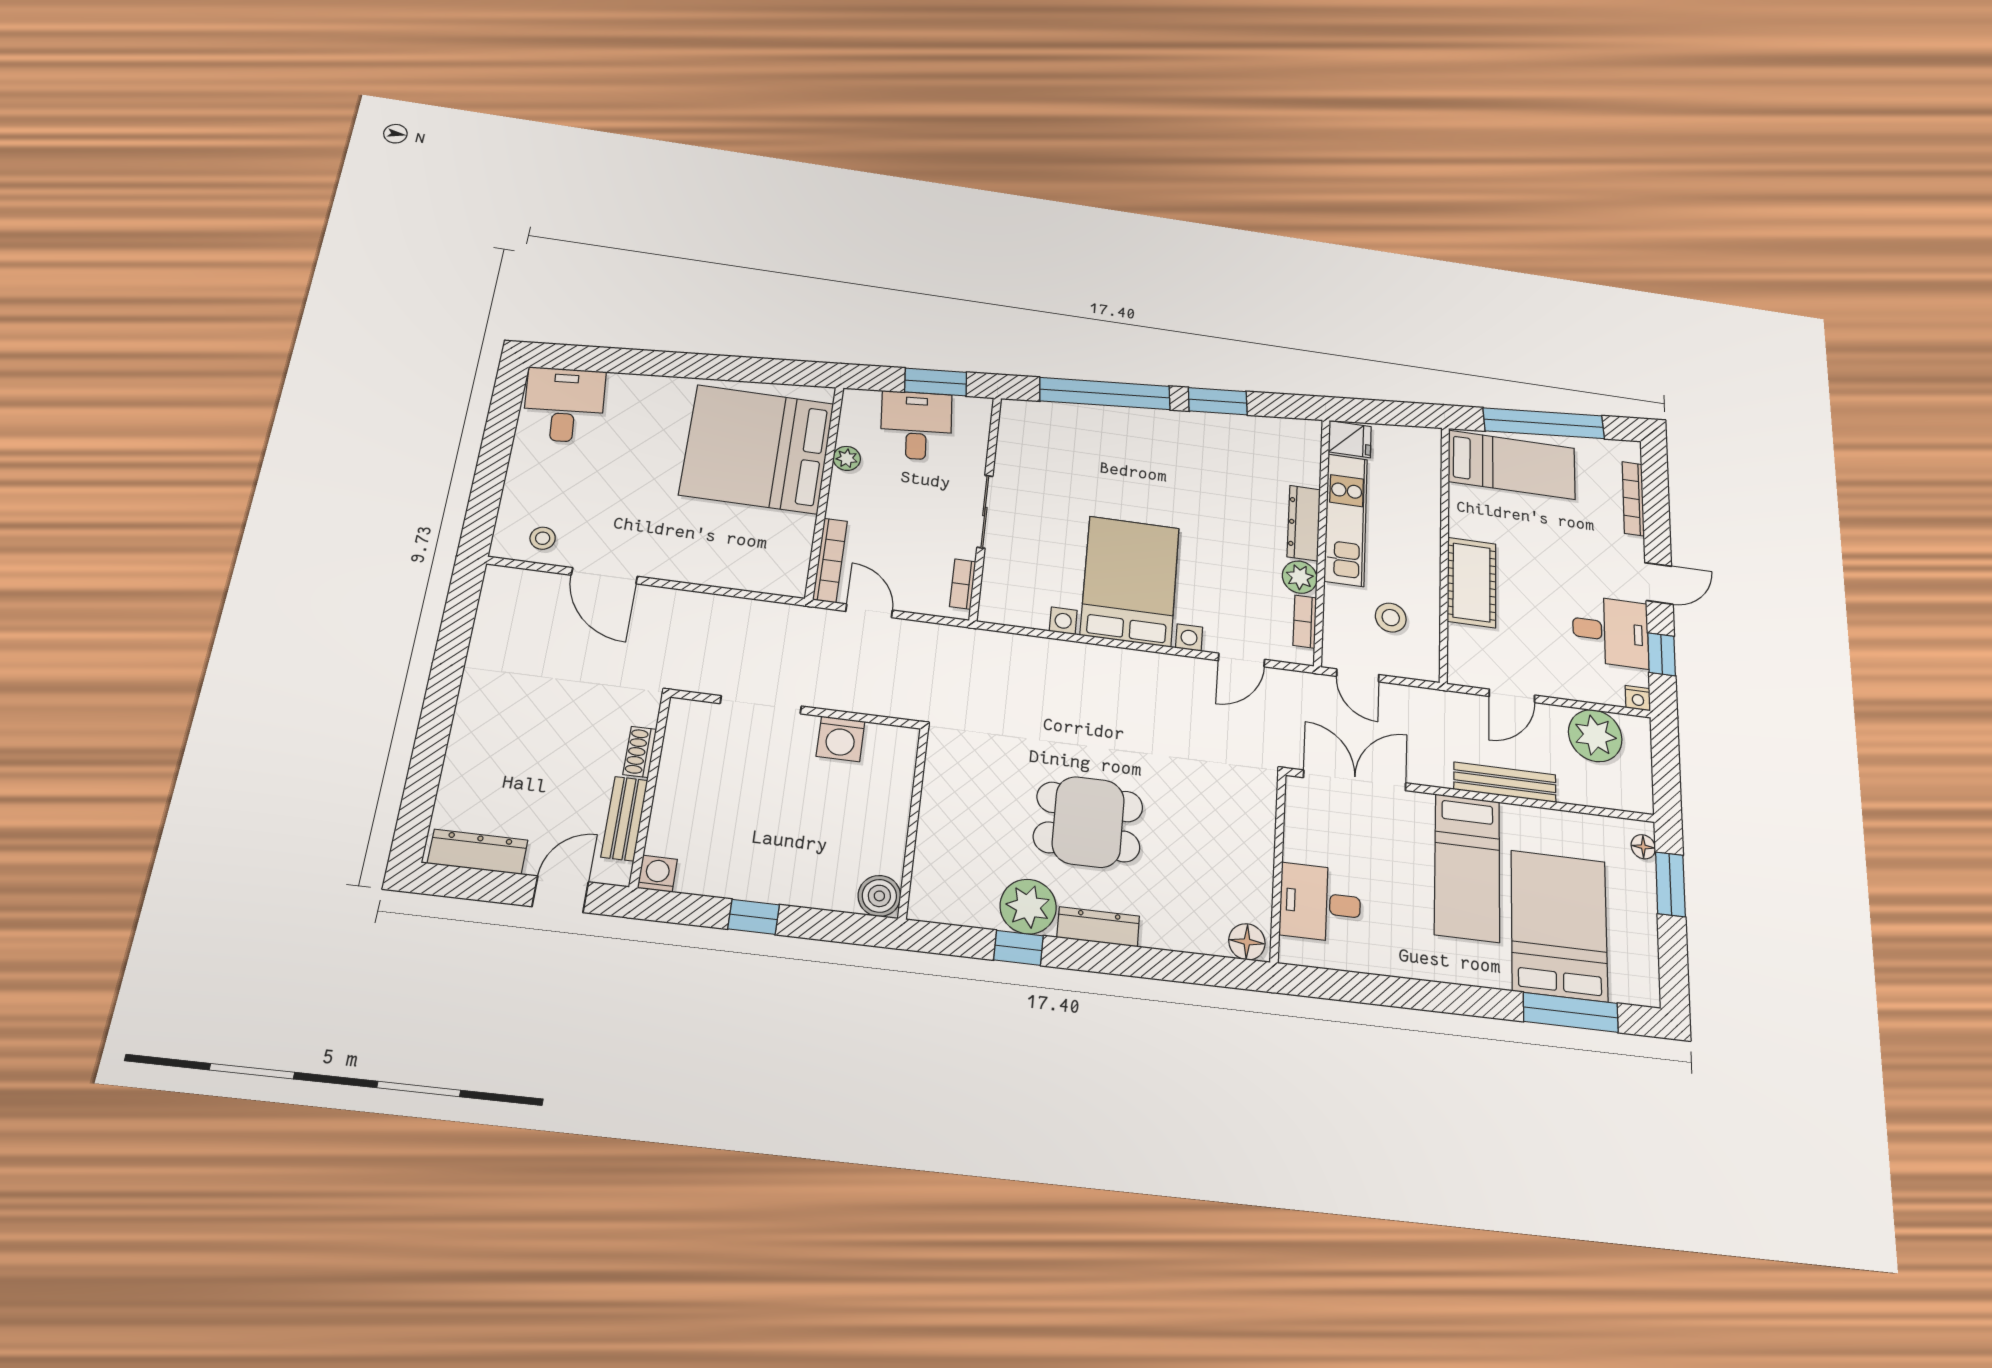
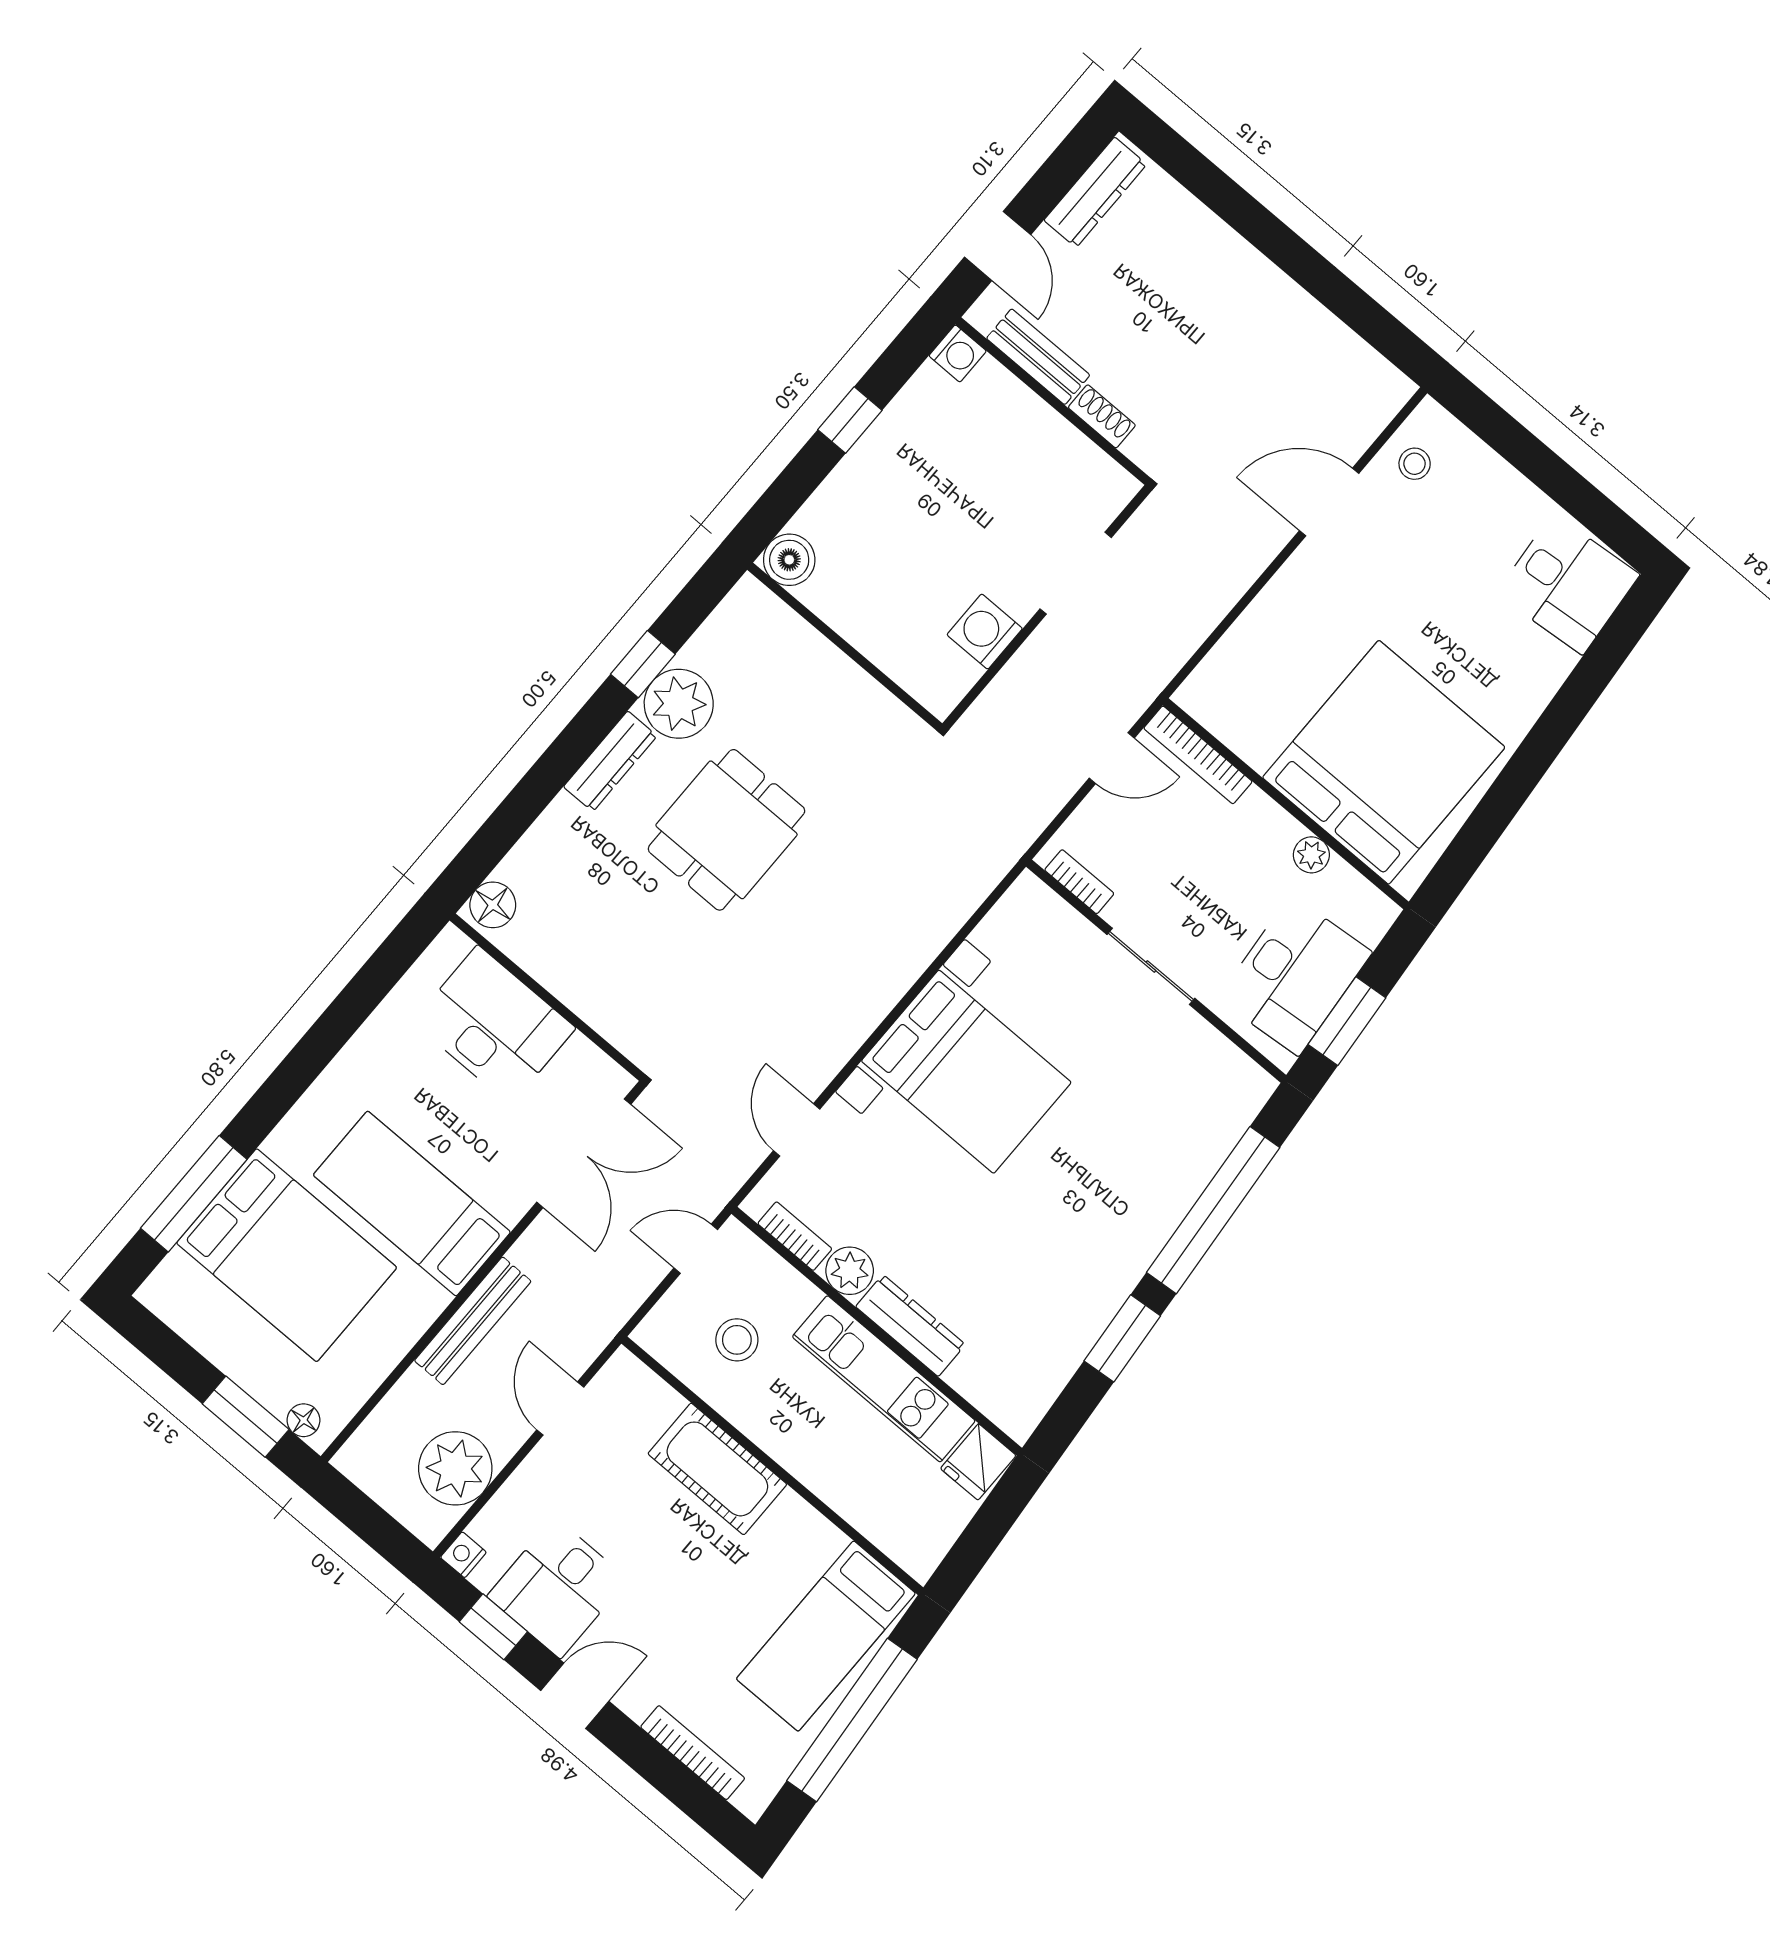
desk: (916, 426) -> (1295, 975), width x1.37
door: (1659, 583) -> (575, 1696), swing flipped
desk: (1320, 903) -> (494, 1025), width x1.37

